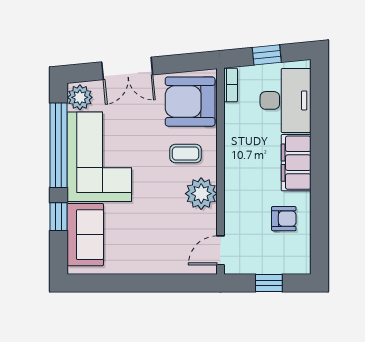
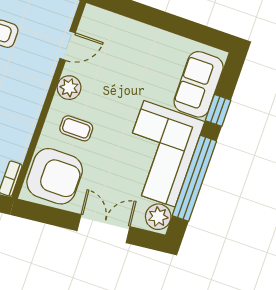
plant: (201, 194) -> (69, 88), width x0.73, depth x0.73
door: (220, 250) -> (68, 46), moved

